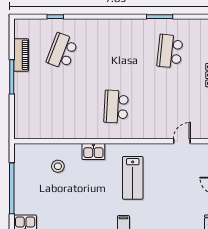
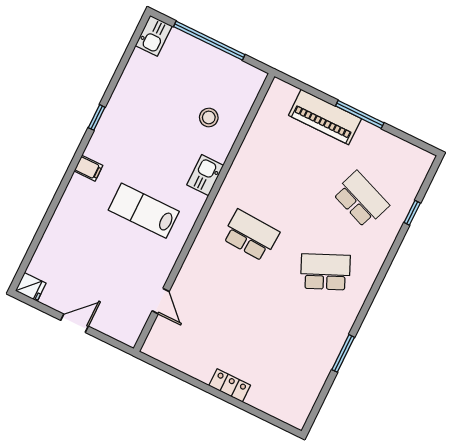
school desk: (170, 51) -> (325, 272), moved, turned -30
piano: (21, 55) -> (325, 117), moved, width x1.37, depth x1.33

